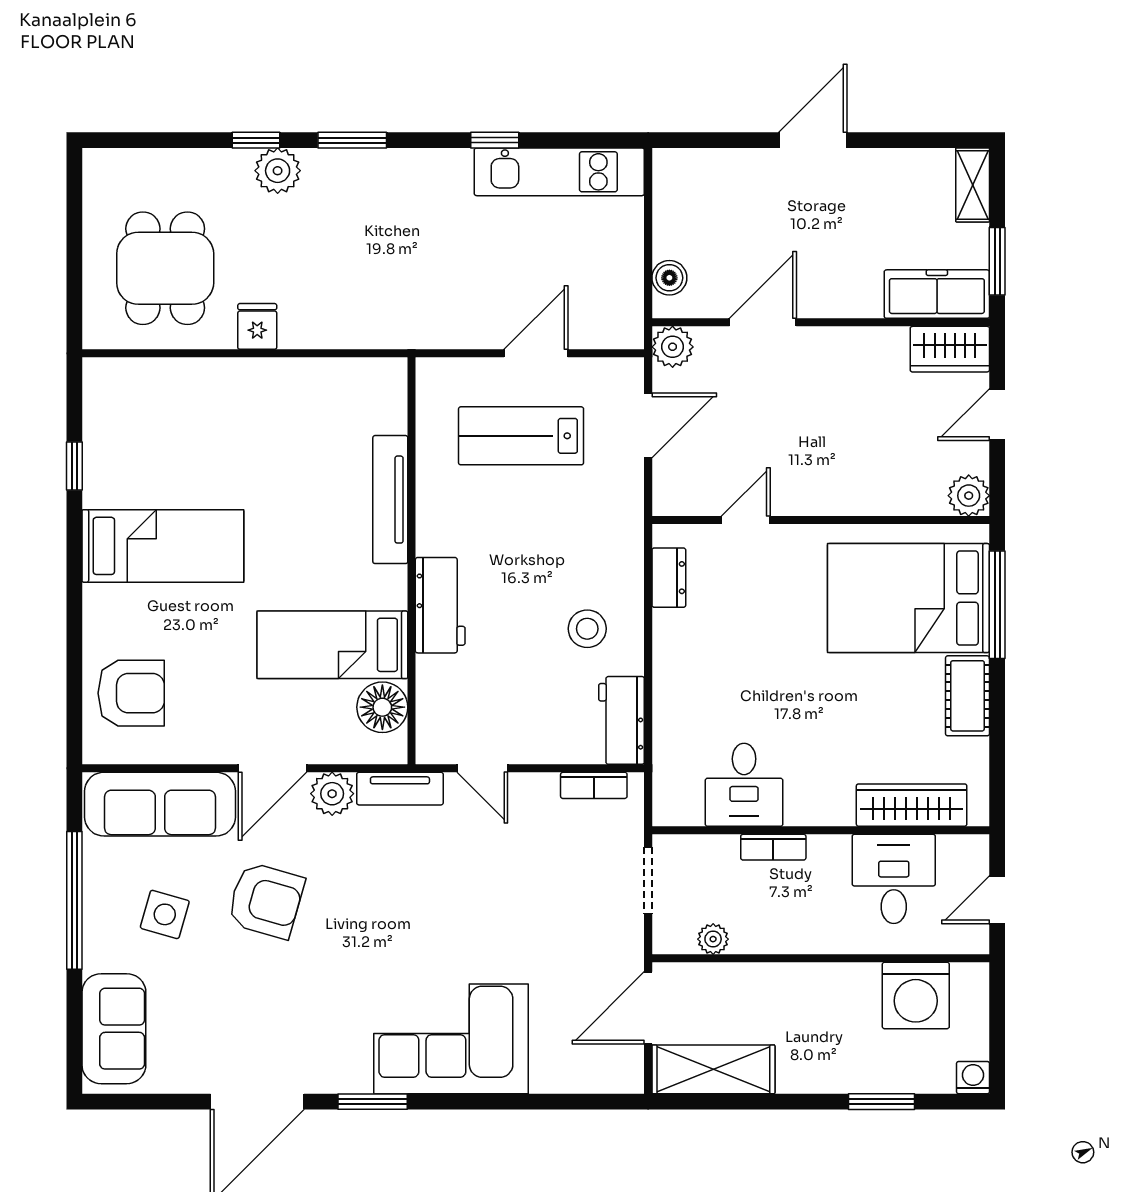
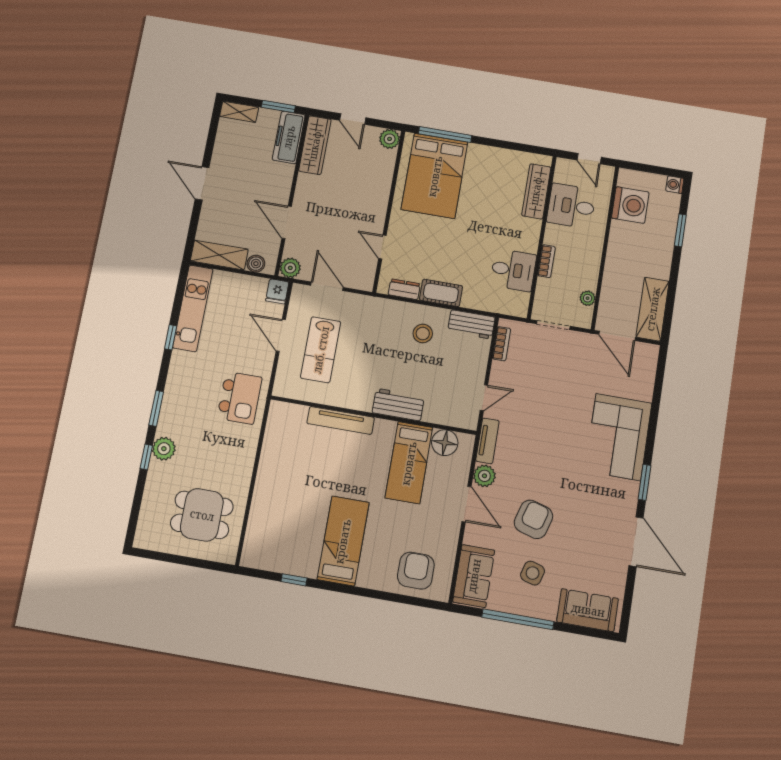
shelving: (674, 203) -> (219, 255), added
kitchen island: (400, 297) -> (239, 398), added
fridge: (257, 326) -> (277, 291), moved, turned -90
wardrobe: (950, 349) -> (315, 145), width x1.50
cot: (968, 696) -> (441, 293), moved
sofa: (160, 804) -> (474, 576), width x0.73

